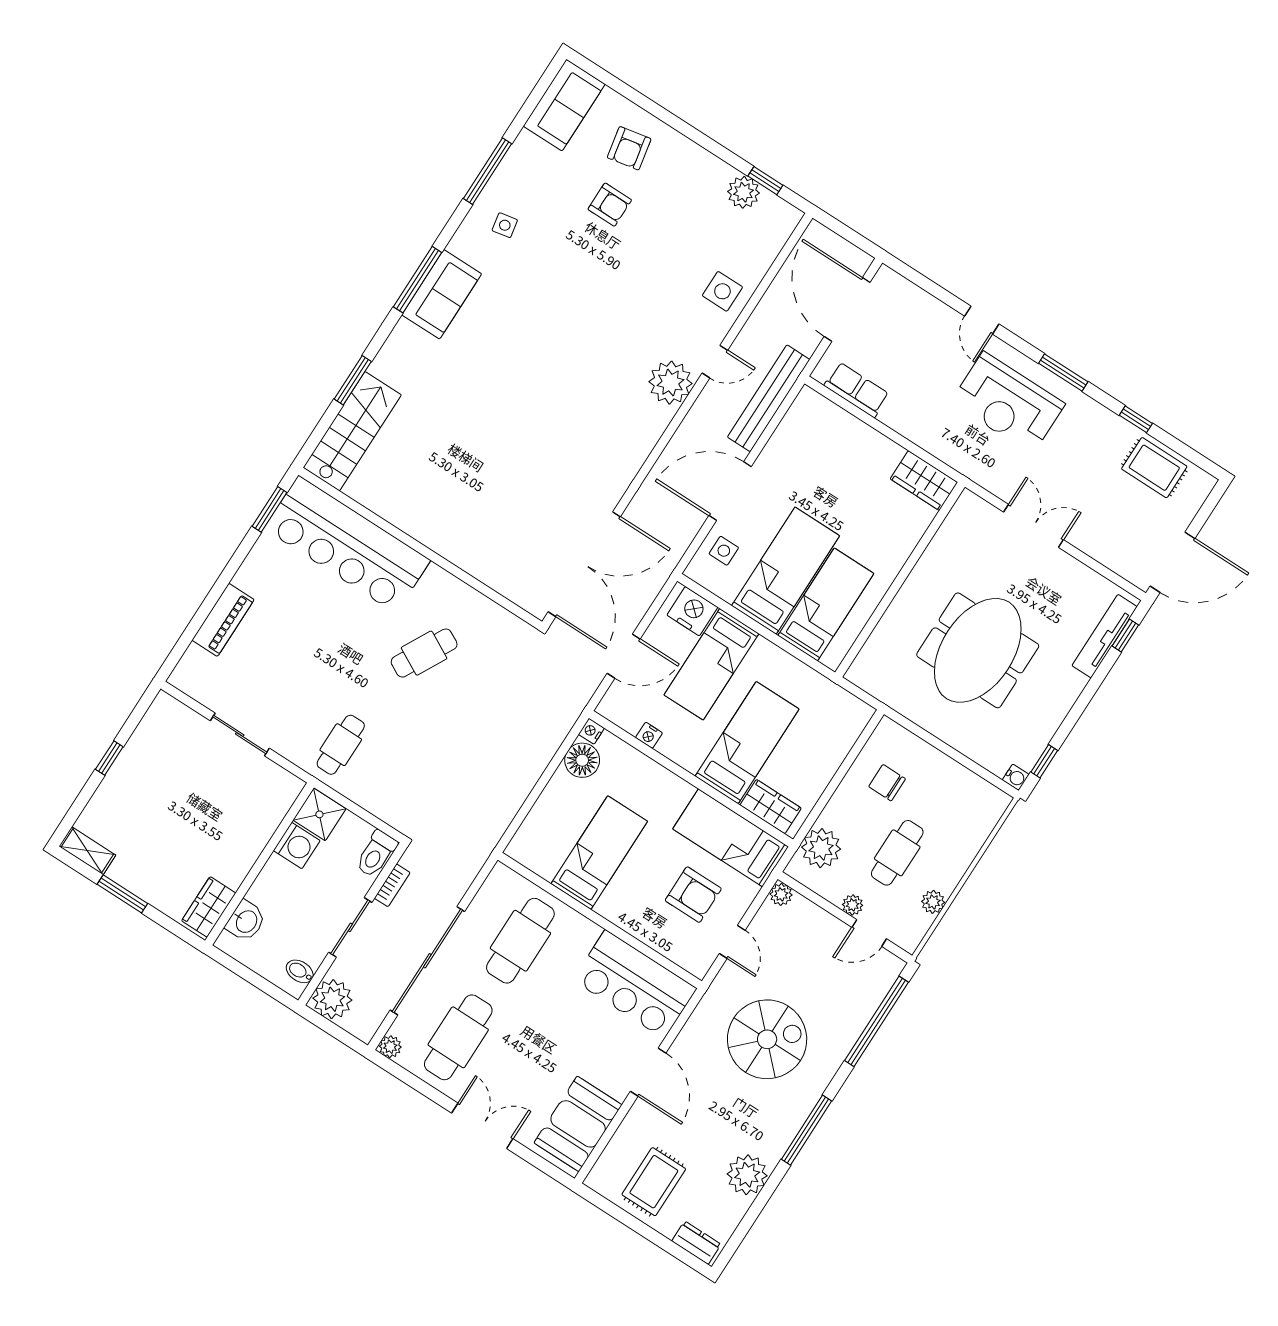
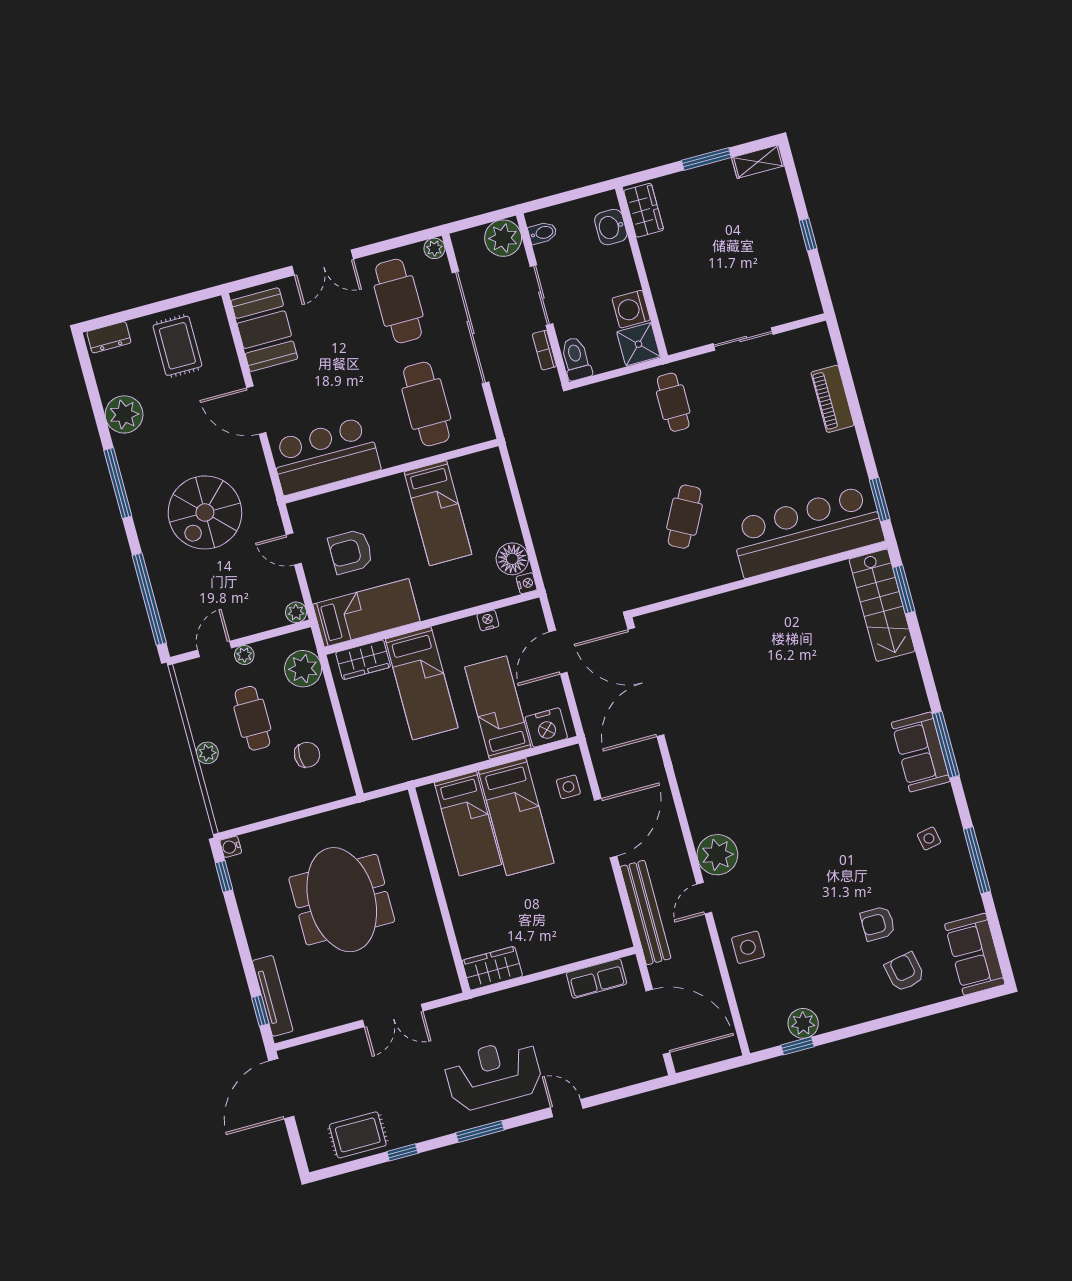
window: (353, 380) -> (904, 589), moved
plant: (933, 902) -> (207, 753), moved

